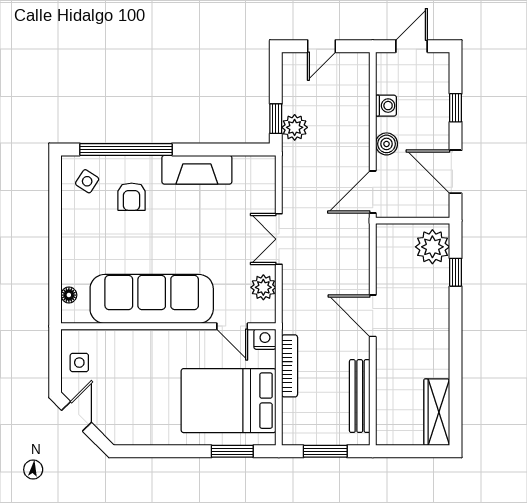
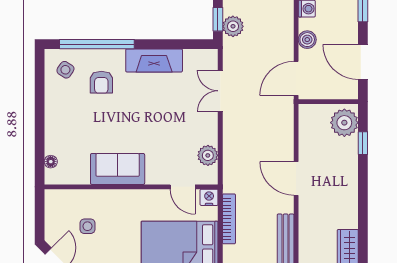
double door: (279, 239) -> (220, 91), moved
sofa: (152, 299) -> (118, 169), width x0.54, depth x0.79
side table: (79, 363) -> (87, 226), moved

